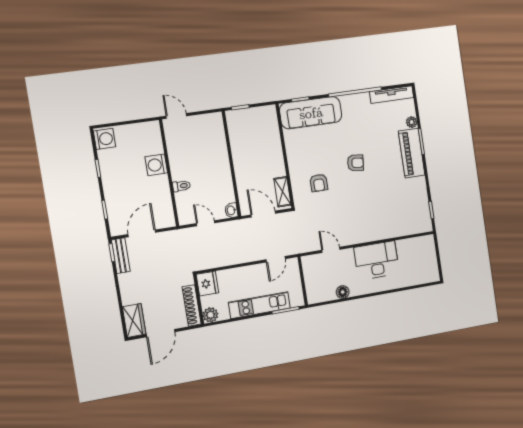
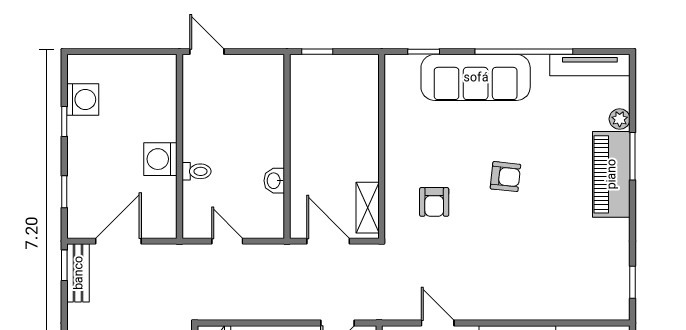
sofa: (311, 113) -> (476, 77), moved
washing machine: (105, 139) -> (83, 99), moved
washing machine: (156, 165) -> (160, 159), moved
washbasin: (231, 210) -> (274, 181), moved

